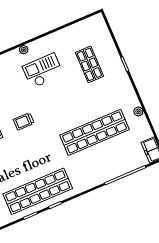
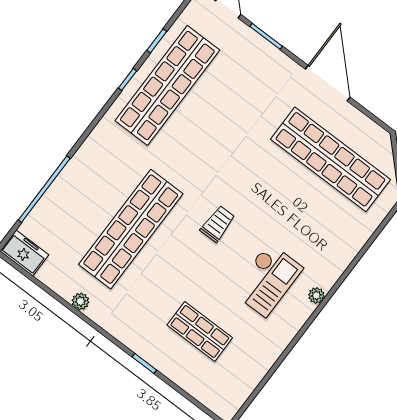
trolley: (24, 121) -> (218, 224), moved

